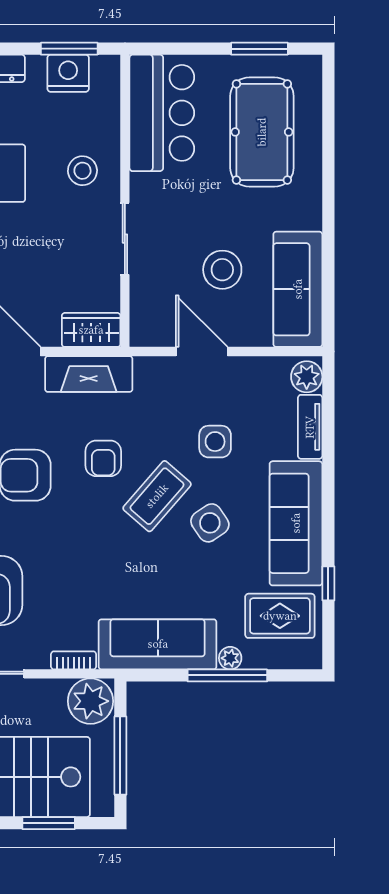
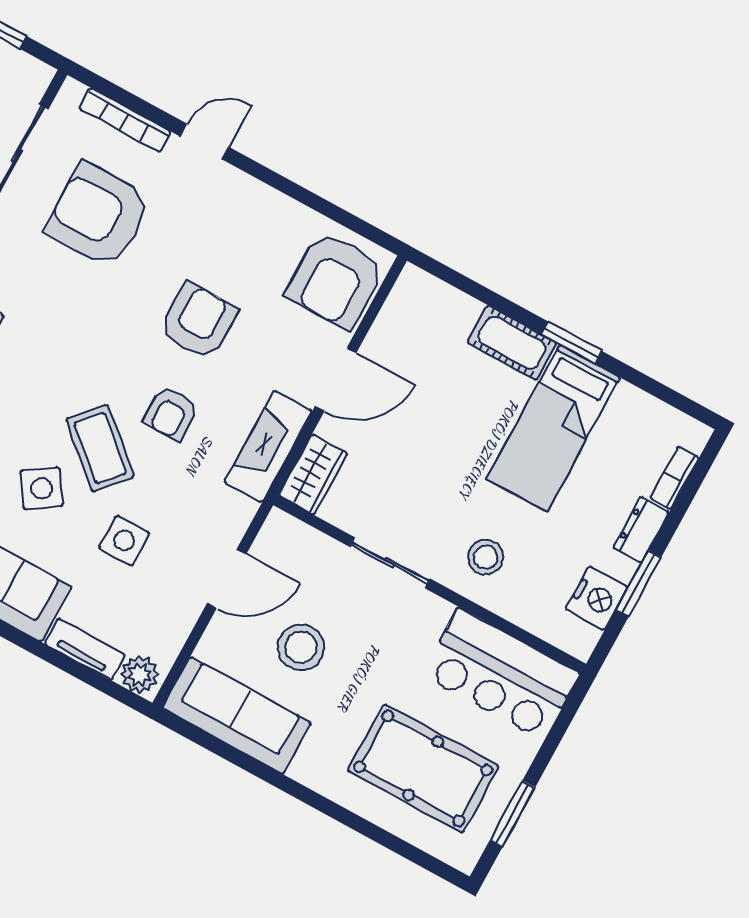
window: (69, 49) -> (638, 584), moved
armchair: (103, 458) -> (171, 413), turned -90

